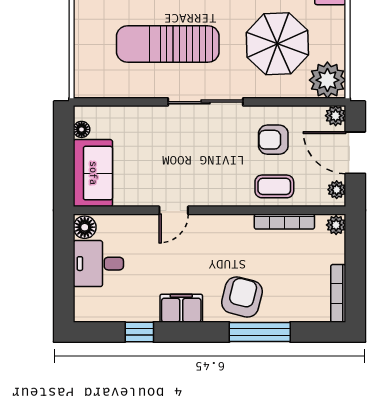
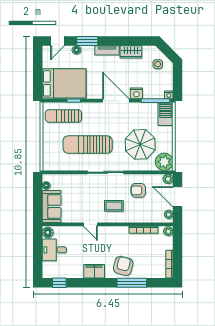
coffee table: (274, 186) -> (114, 206), moved
door: (174, 210) -> (90, 224), hinge flipped
window: (139, 332) -> (59, 283), moved

